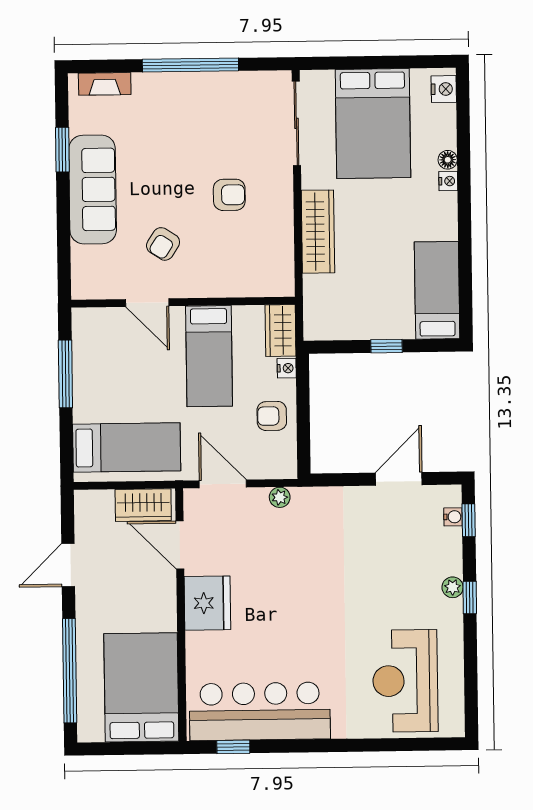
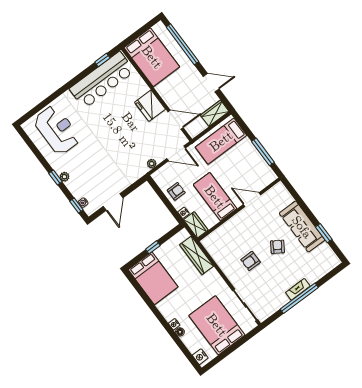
fireplace: (105, 84) -> (298, 289), moved
wardrobe: (318, 232) -> (197, 255), moved
armchair: (163, 244) -> (277, 247), moved
bed: (437, 290) -> (153, 278), width x1.50
wardrobe: (143, 505) -> (215, 113), moved
door: (68, 565) -> (211, 83), hinge flipped

